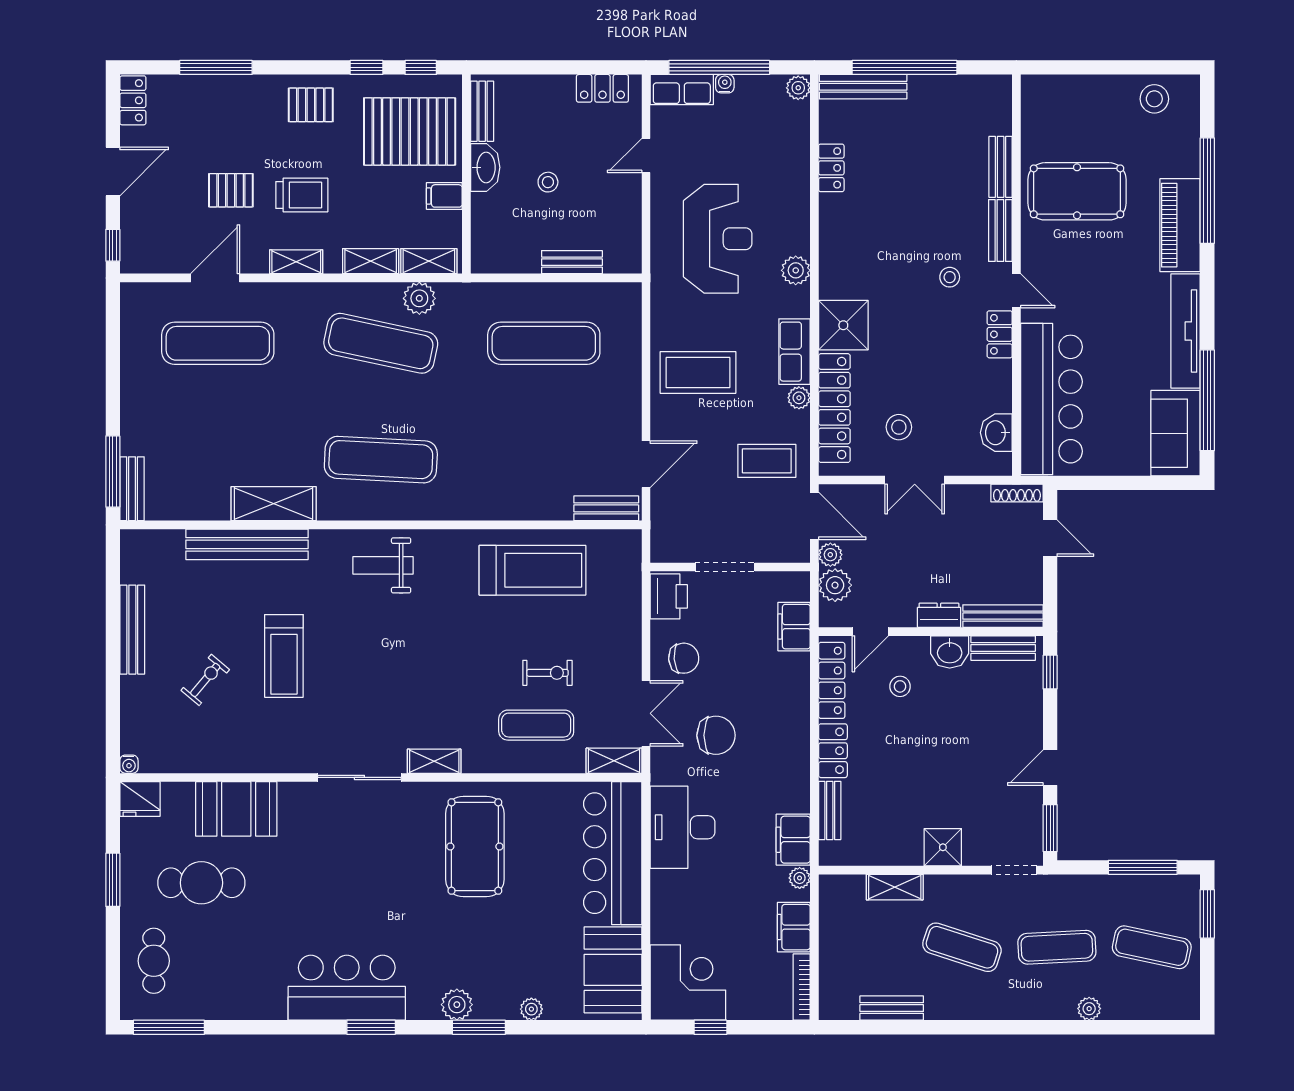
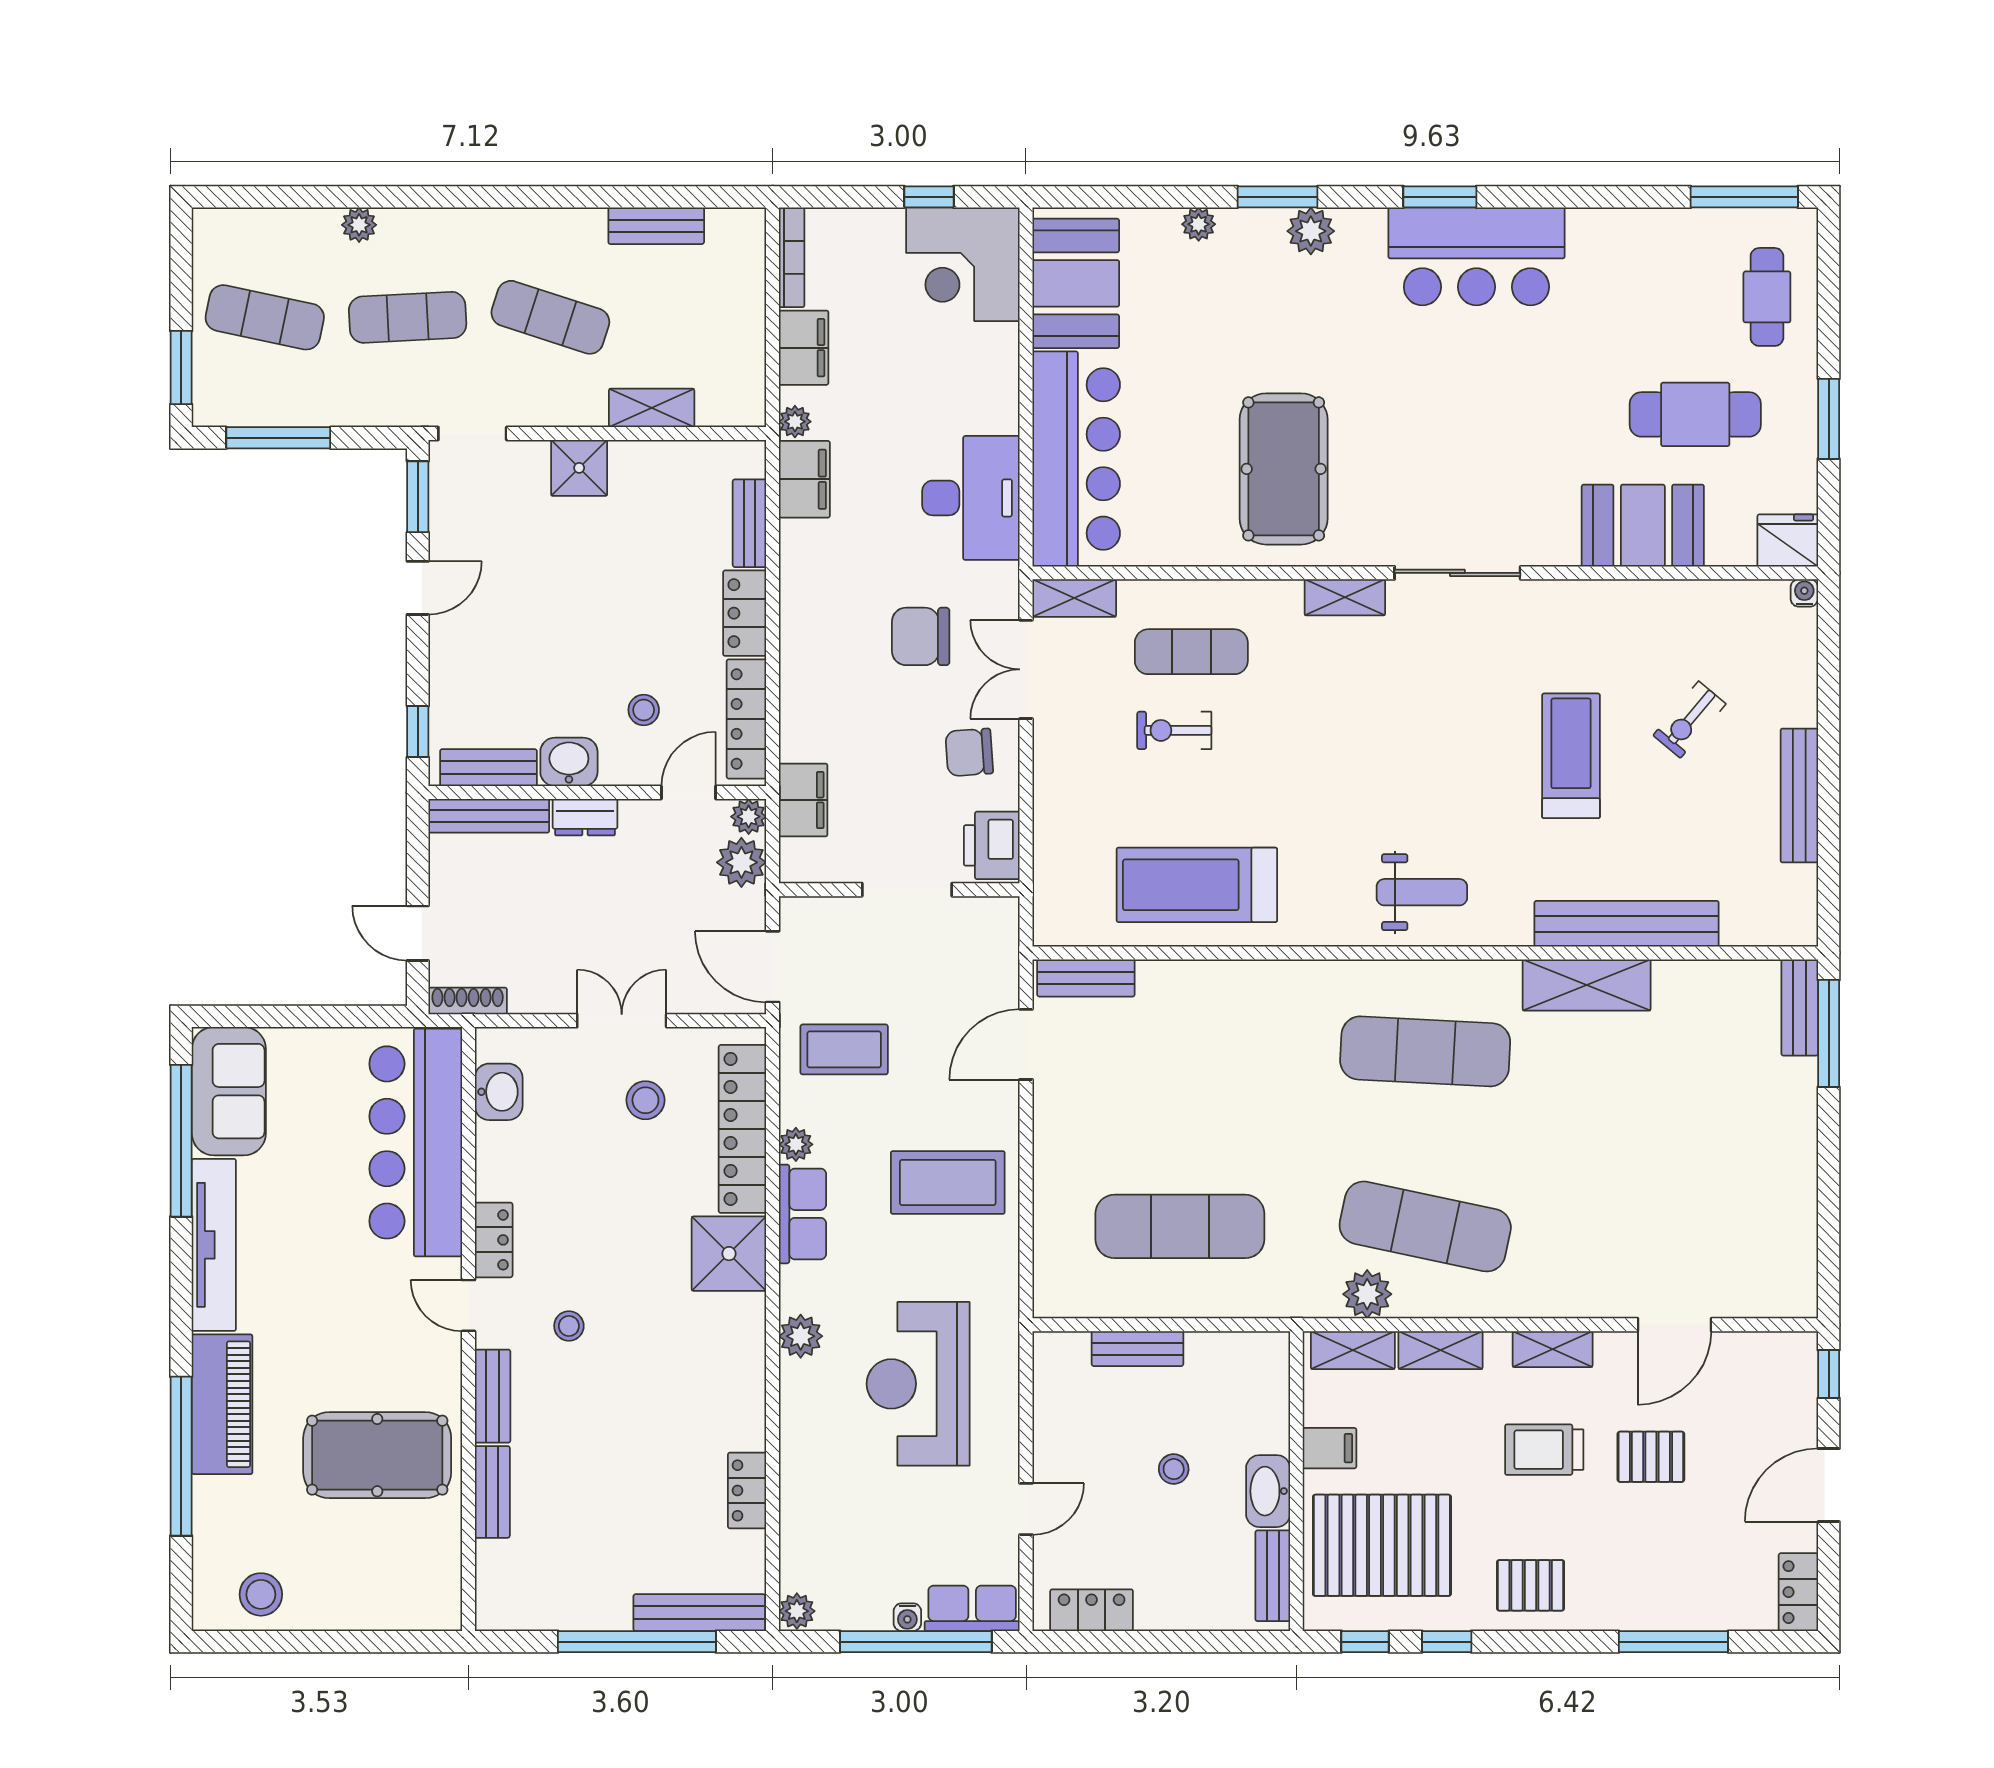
exercise mat: (218, 343) -> (1671, 1226), removed
plant: (830, 555) -> (749, 817), moved

